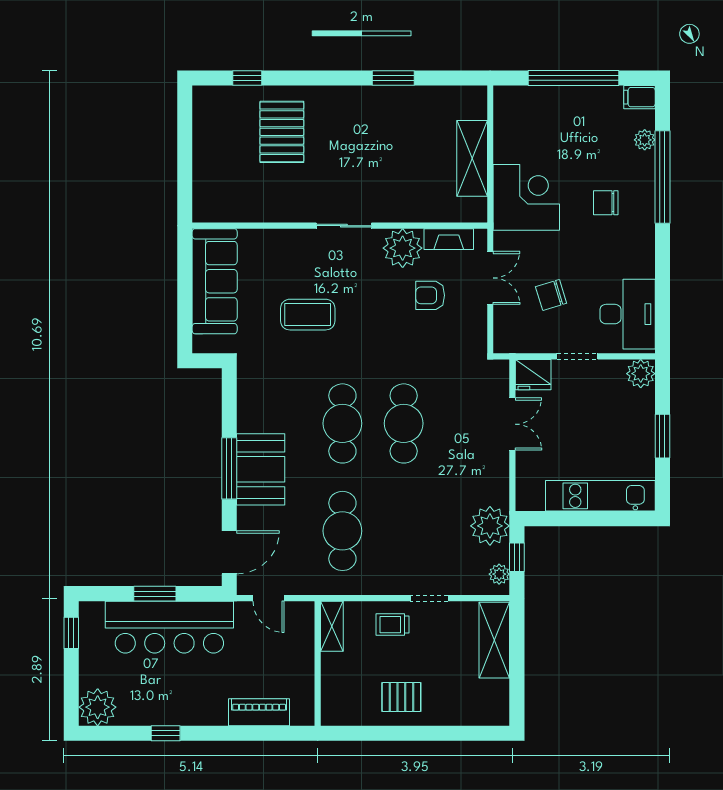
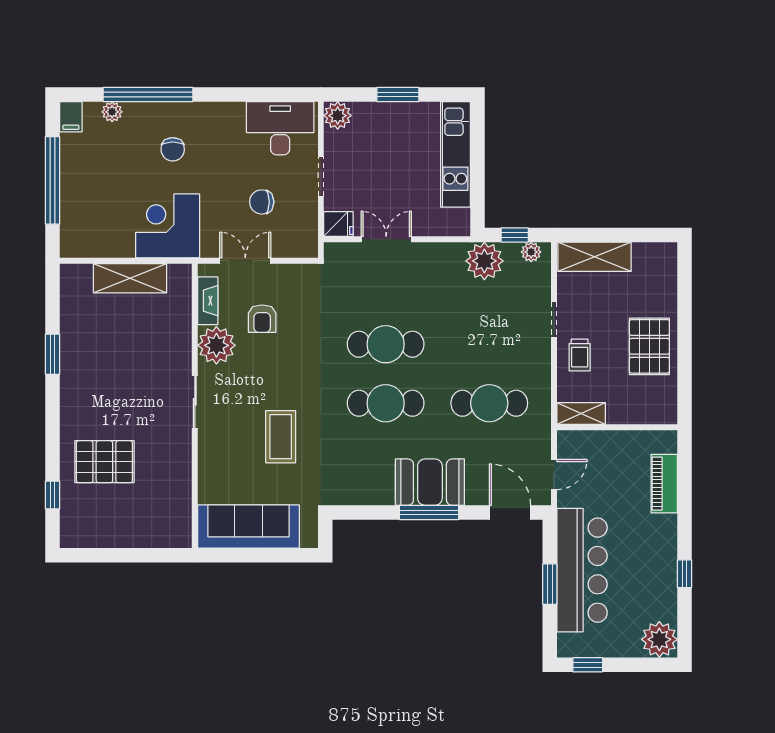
chair: (551, 295) -> (262, 202), turned 107
fridge: (533, 375) -> (338, 224), width x0.72
pallet: (401, 697) -> (649, 346), width x1.50, depth x1.42

